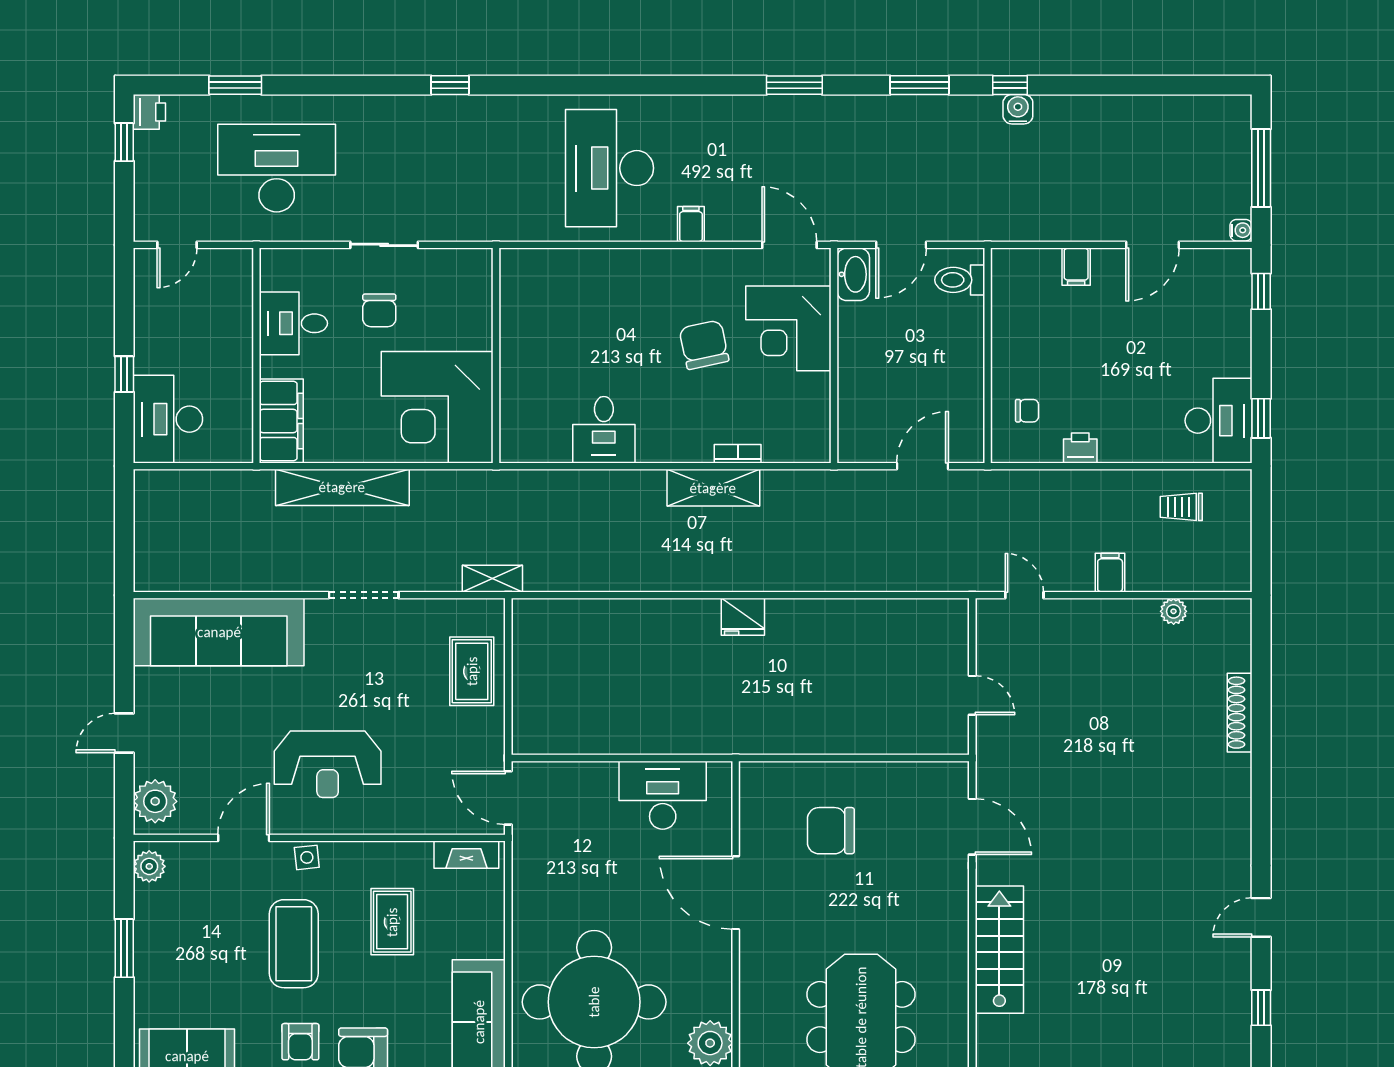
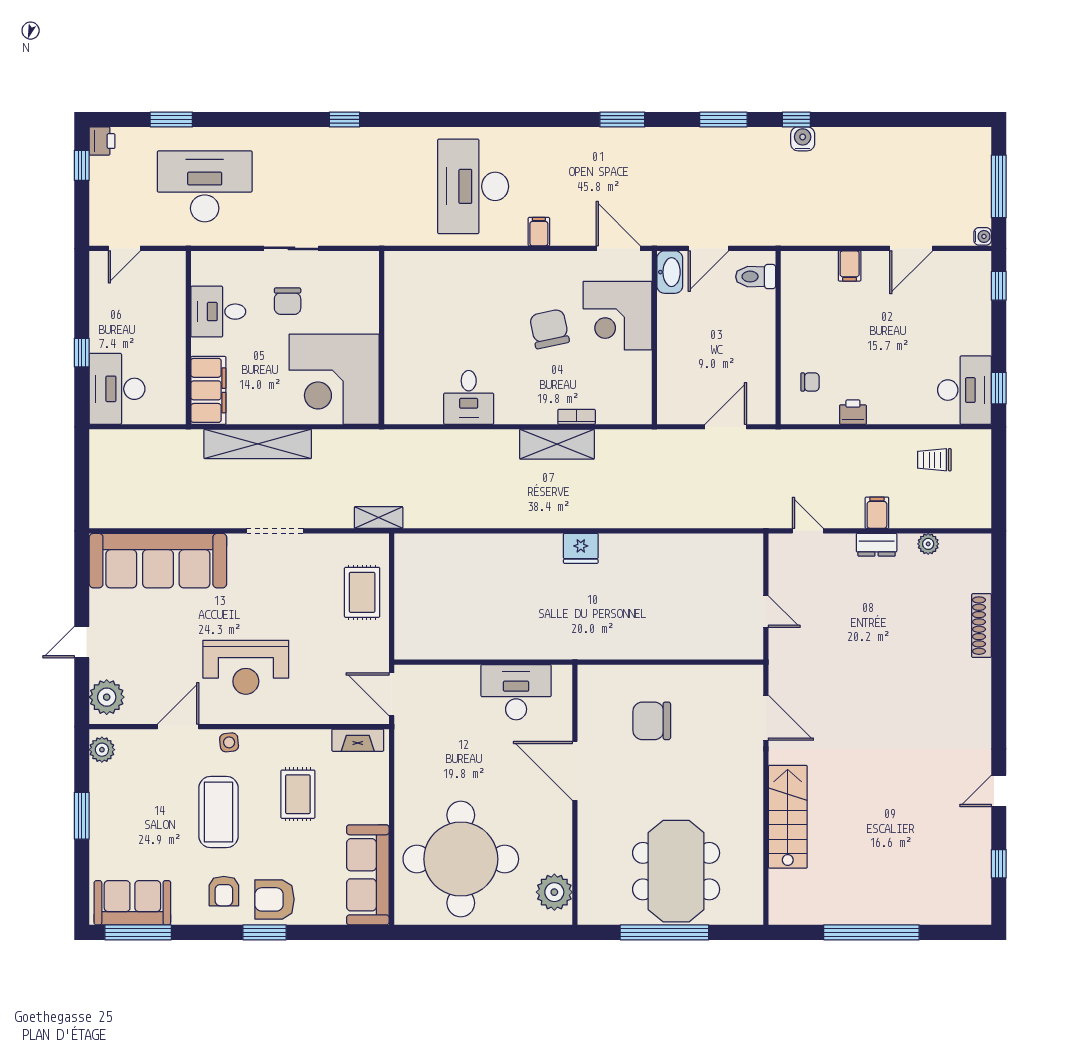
dresser: (1110, 612) -> (877, 545), added

